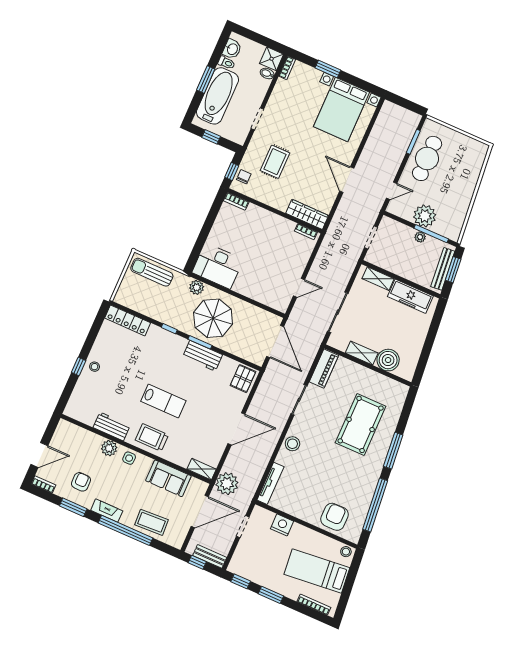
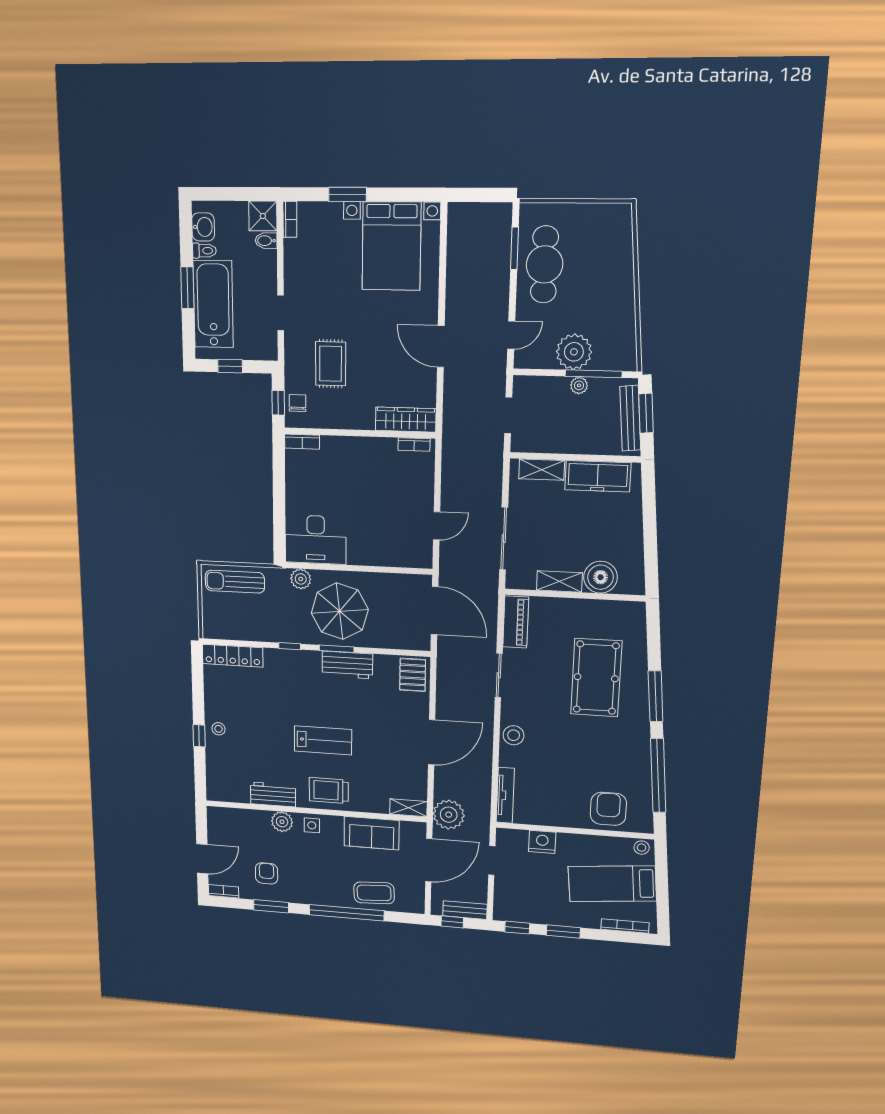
fireplace: (107, 511) -> (313, 897), removed

